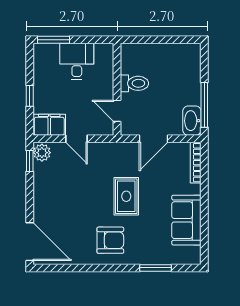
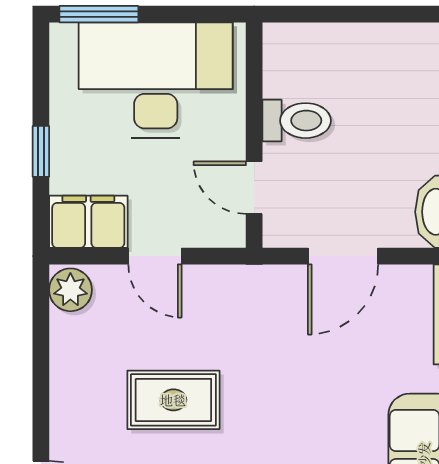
desk: (77, 61) -> (156, 80), width x1.87, depth x1.30
window: (30, 161) -> (41, 311), removed
rug: (126, 196) -> (173, 400), moved, turned 90

